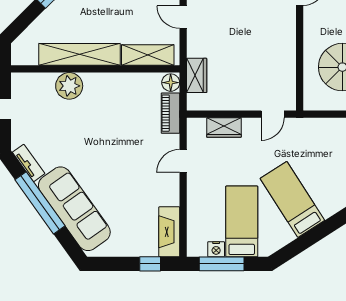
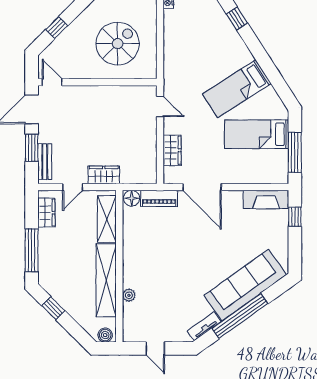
boiler: (19, 53) -> (105, 335), added
wardrobe: (197, 75) -> (104, 175), moved
plant: (69, 86) -> (129, 295), width x0.53, depth x0.53
door: (183, 161) -> (202, 187), width x1.88
nightstand: (216, 249) -> (282, 157), removed

